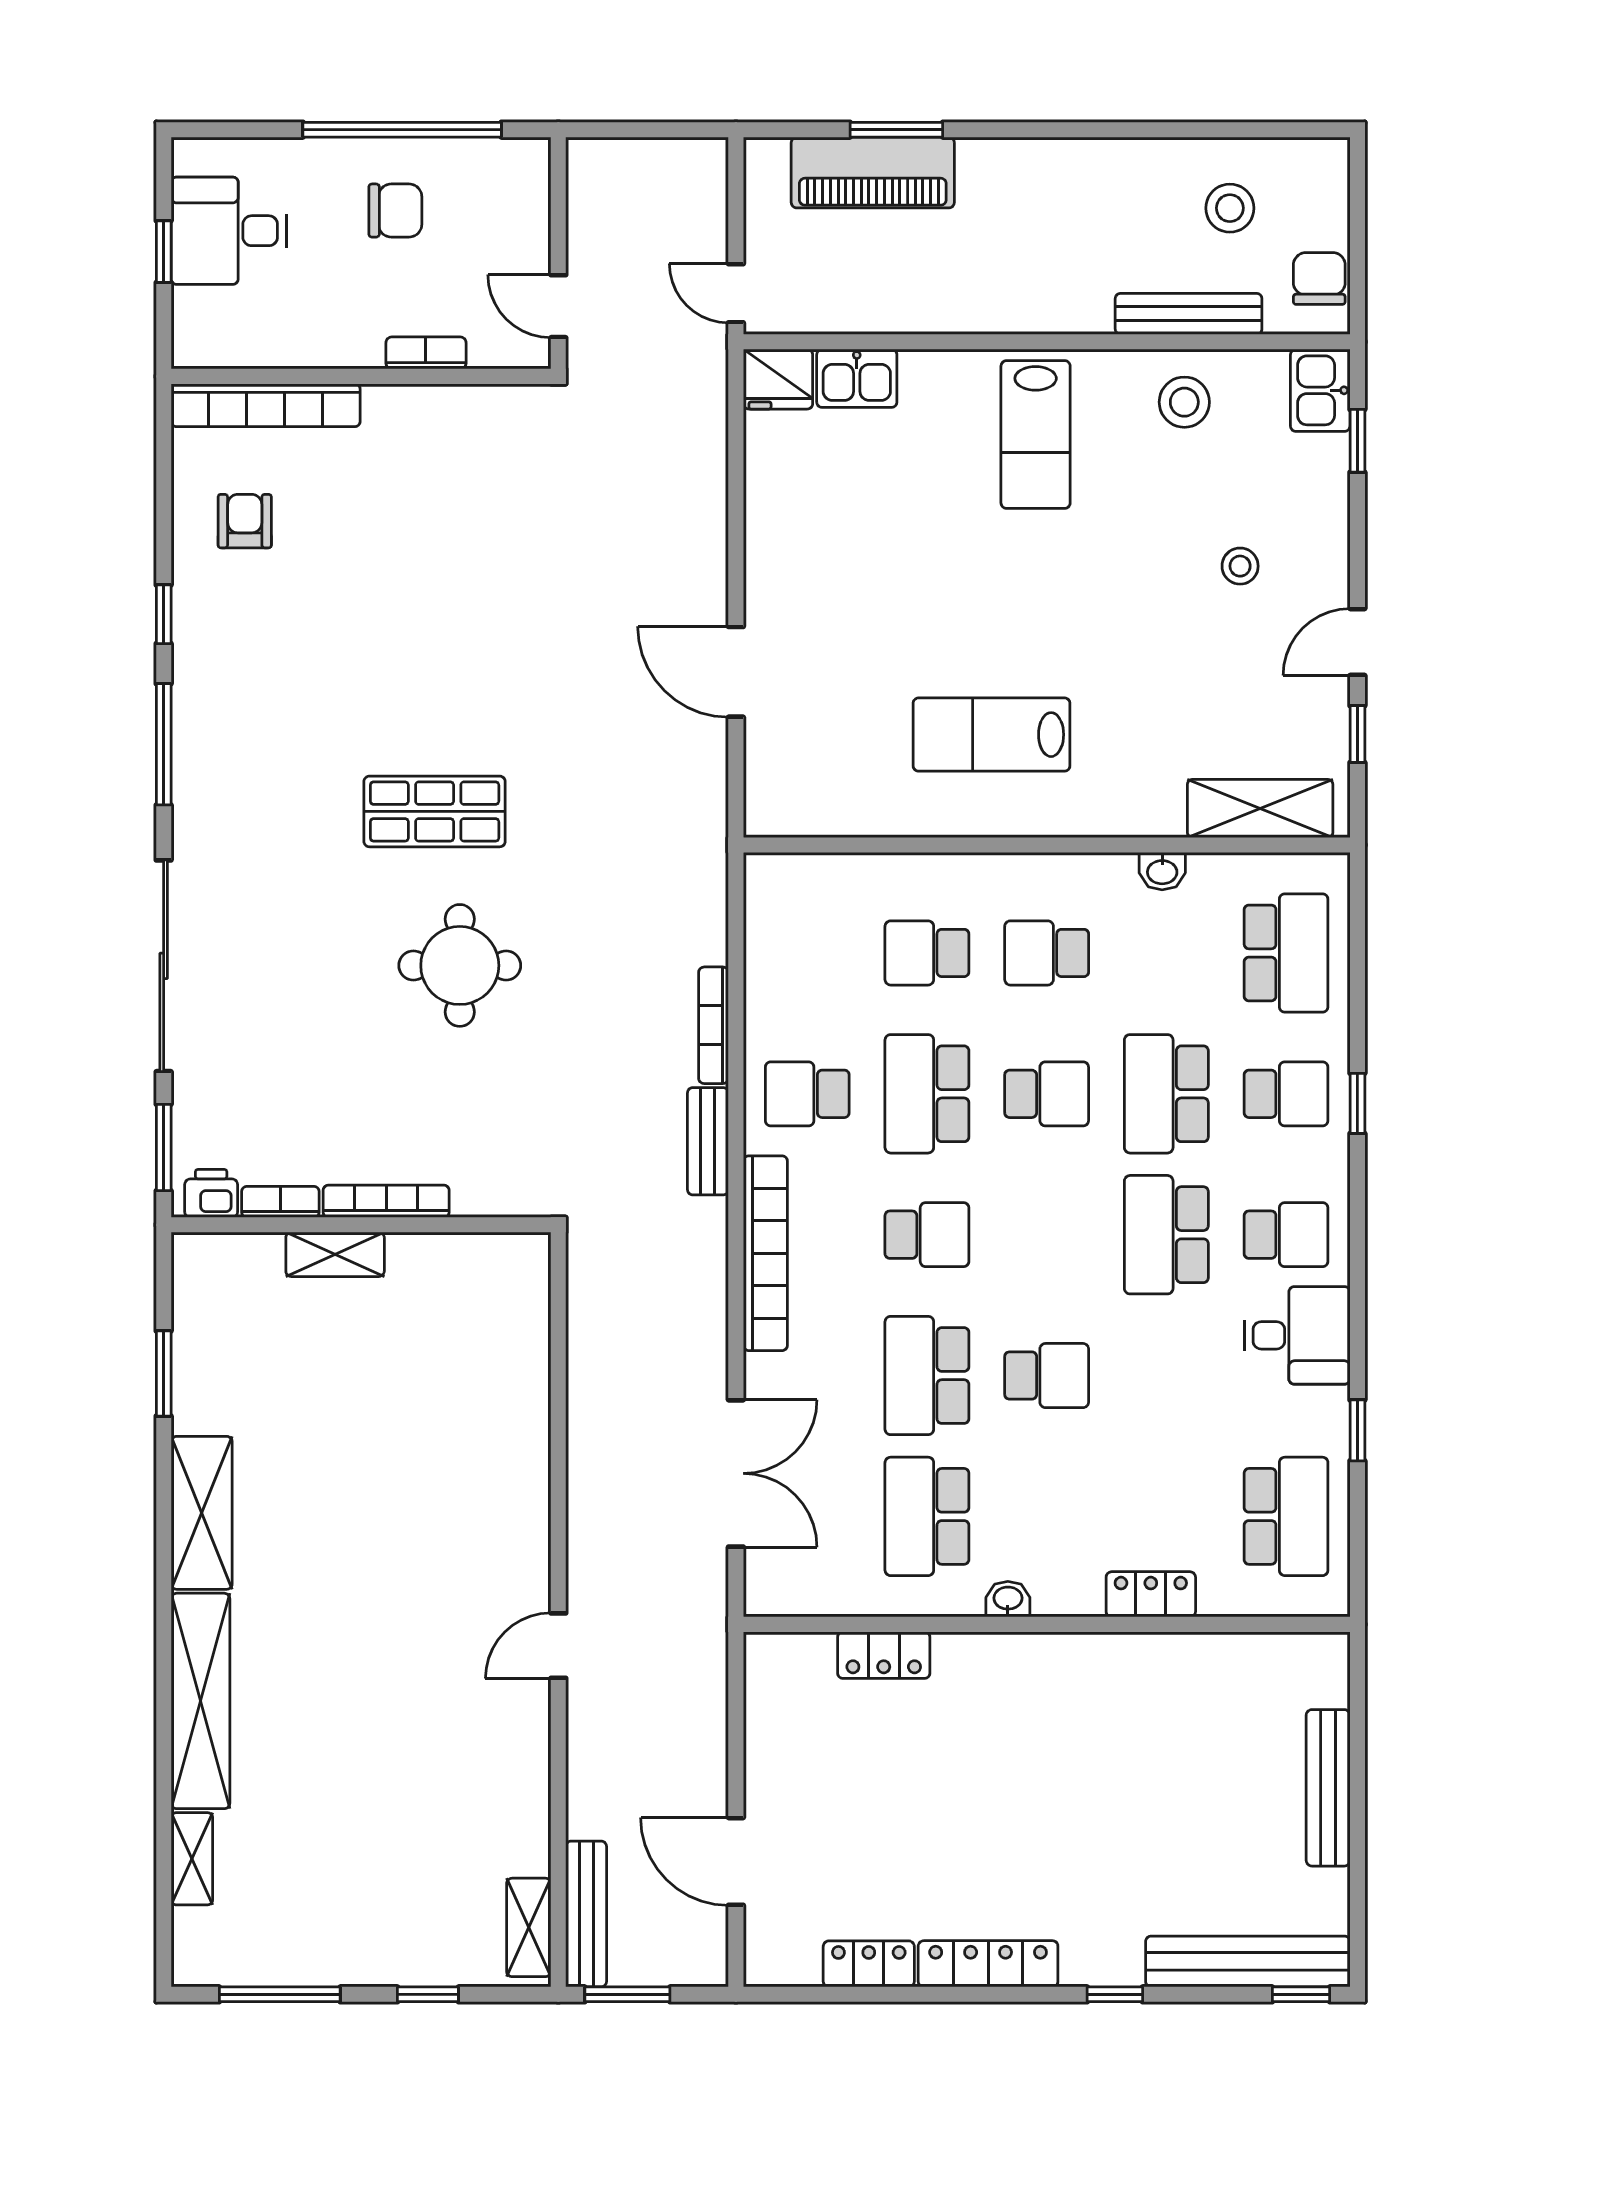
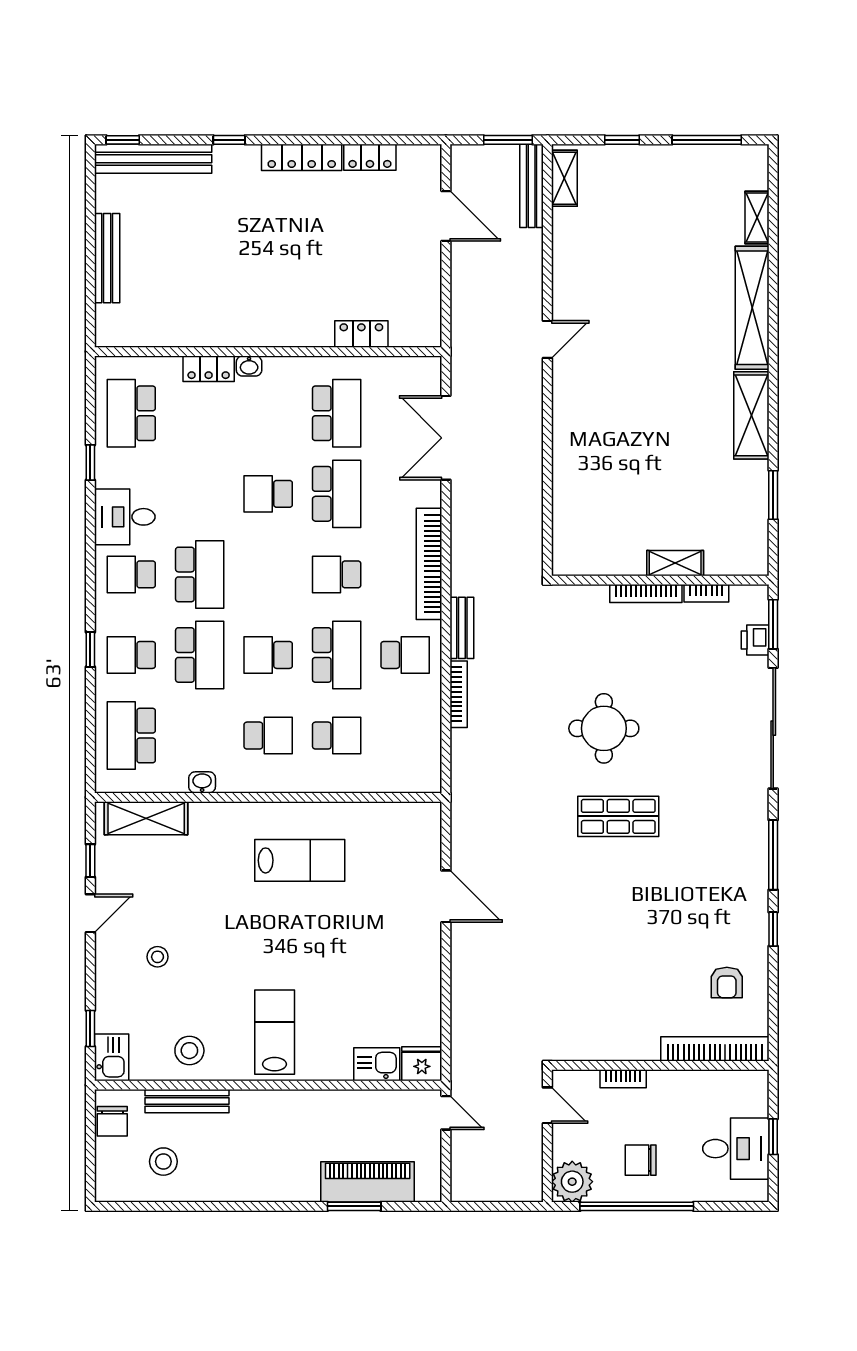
plant: (515, 173) -> (572, 1182), added
printer: (211, 1193) -> (755, 640), moved, turned 90
washbasin: (1008, 1599) -> (249, 366), moved

